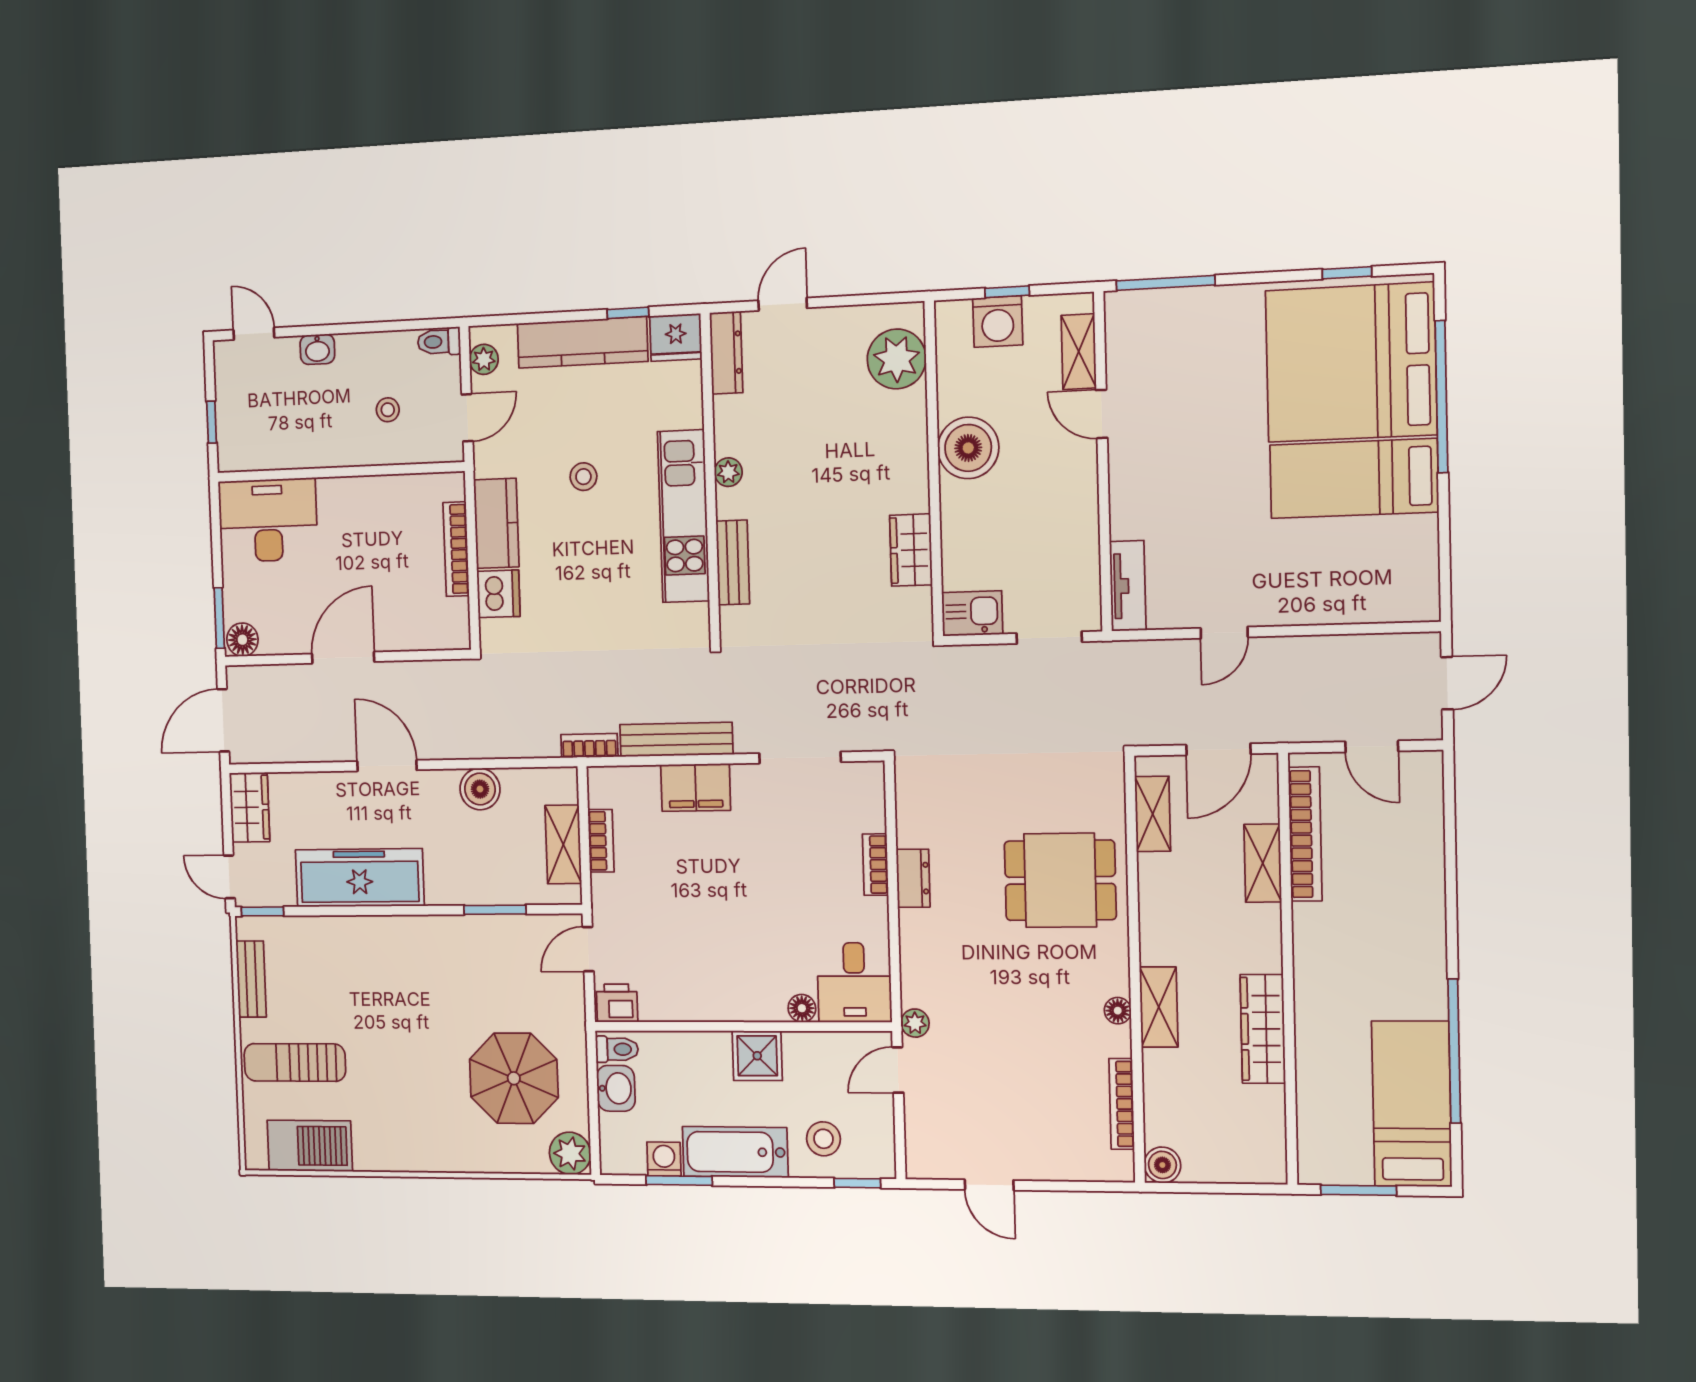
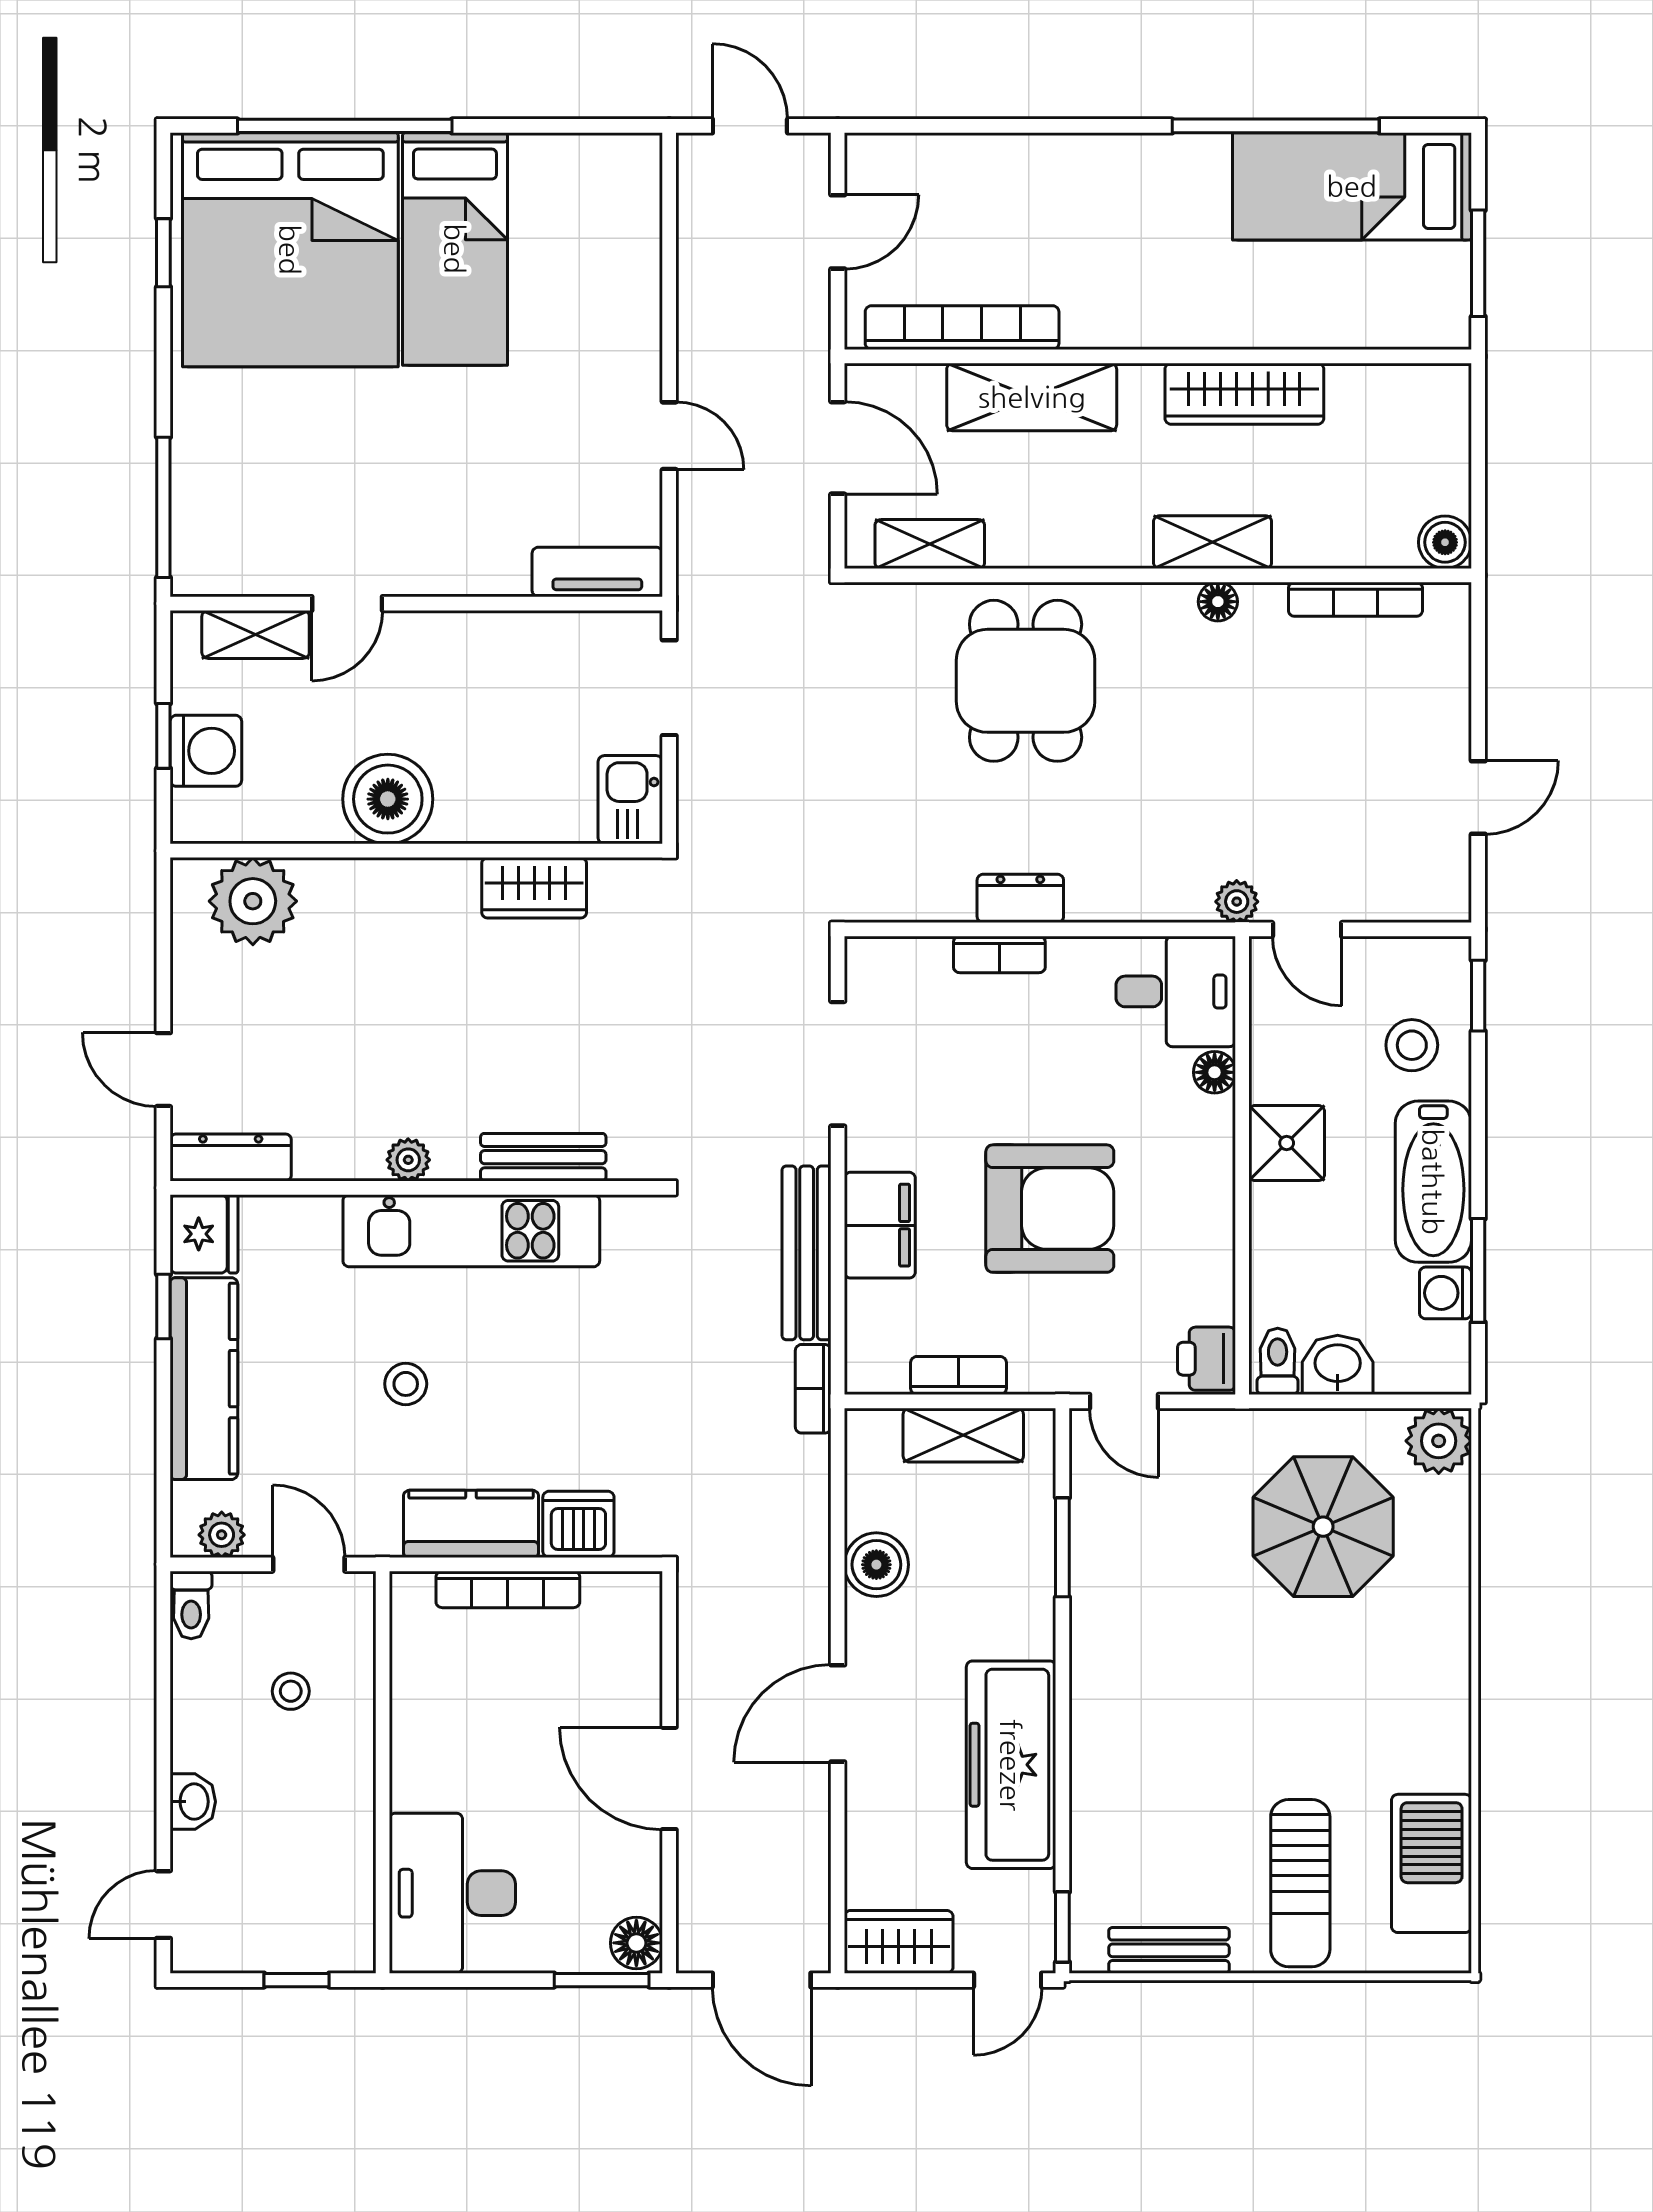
shelving: (1263, 863) -> (1032, 397), width x1.50, depth x1.33
armchair: (710, 900) -> (1050, 1209), added

